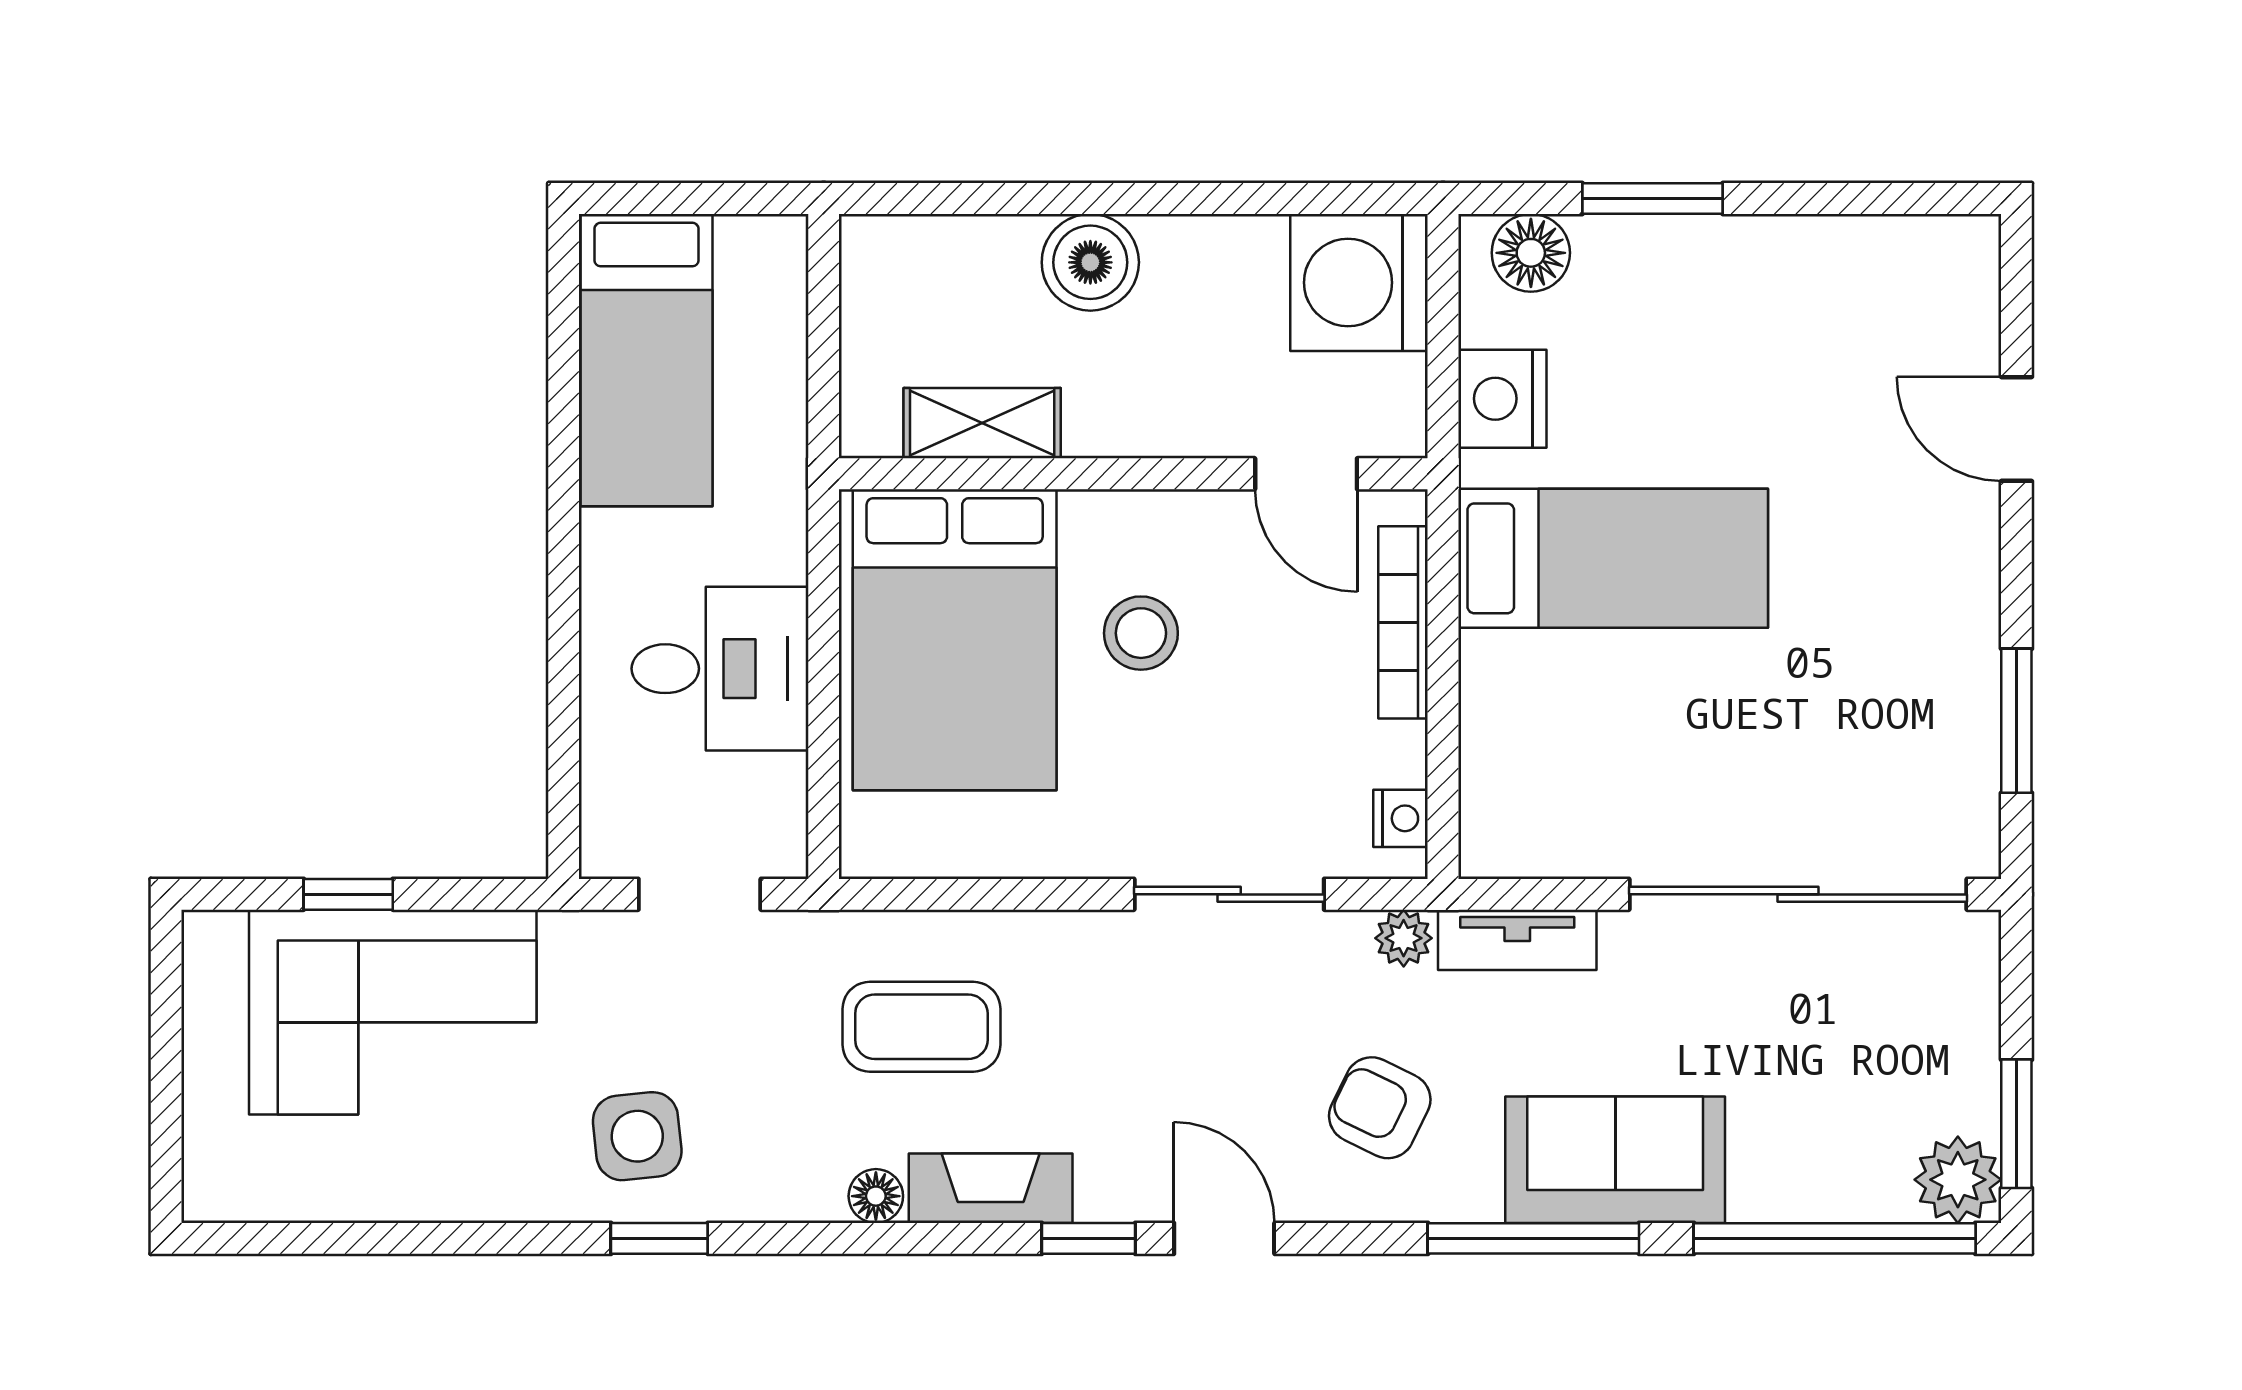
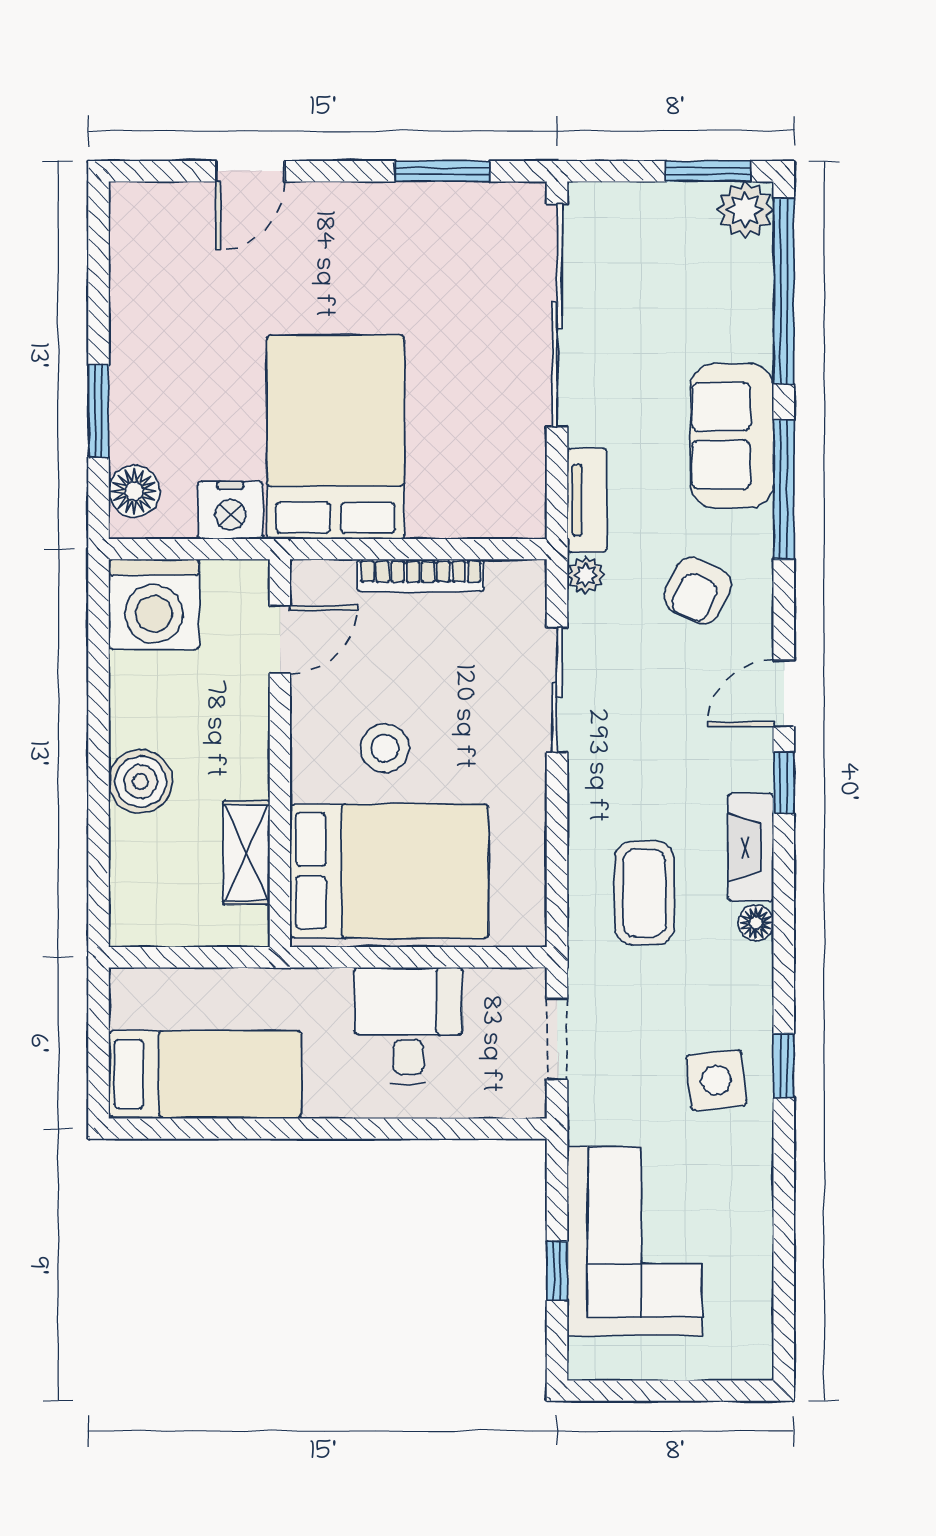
bed: (1613, 558) -> (336, 437), width x1.50
bookcase: (1403, 622) -> (421, 575), moved
nightstand: (1401, 818) -> (507, 577), removed

